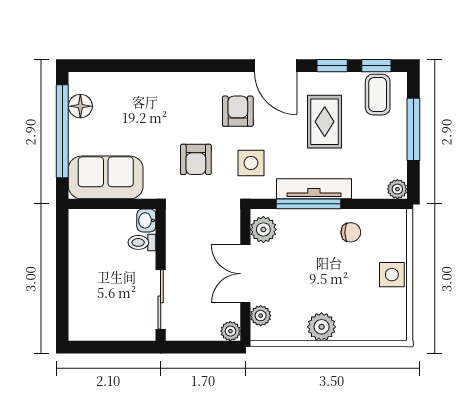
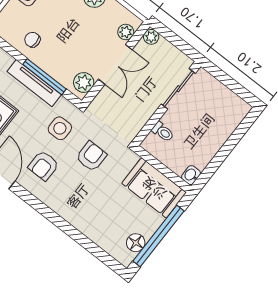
washbasin: (146, 220) -> (191, 175), moved, turned 180

